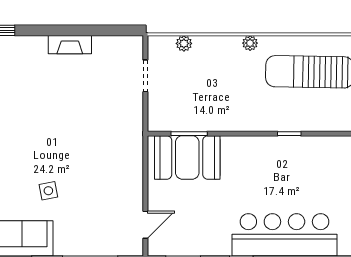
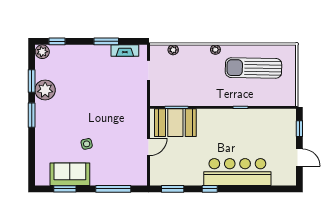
window: (79, 30) -> (106, 41), added
fireplace: (70, 45) -> (125, 51), moved
door: (145, 225) -> (149, 147), moved

